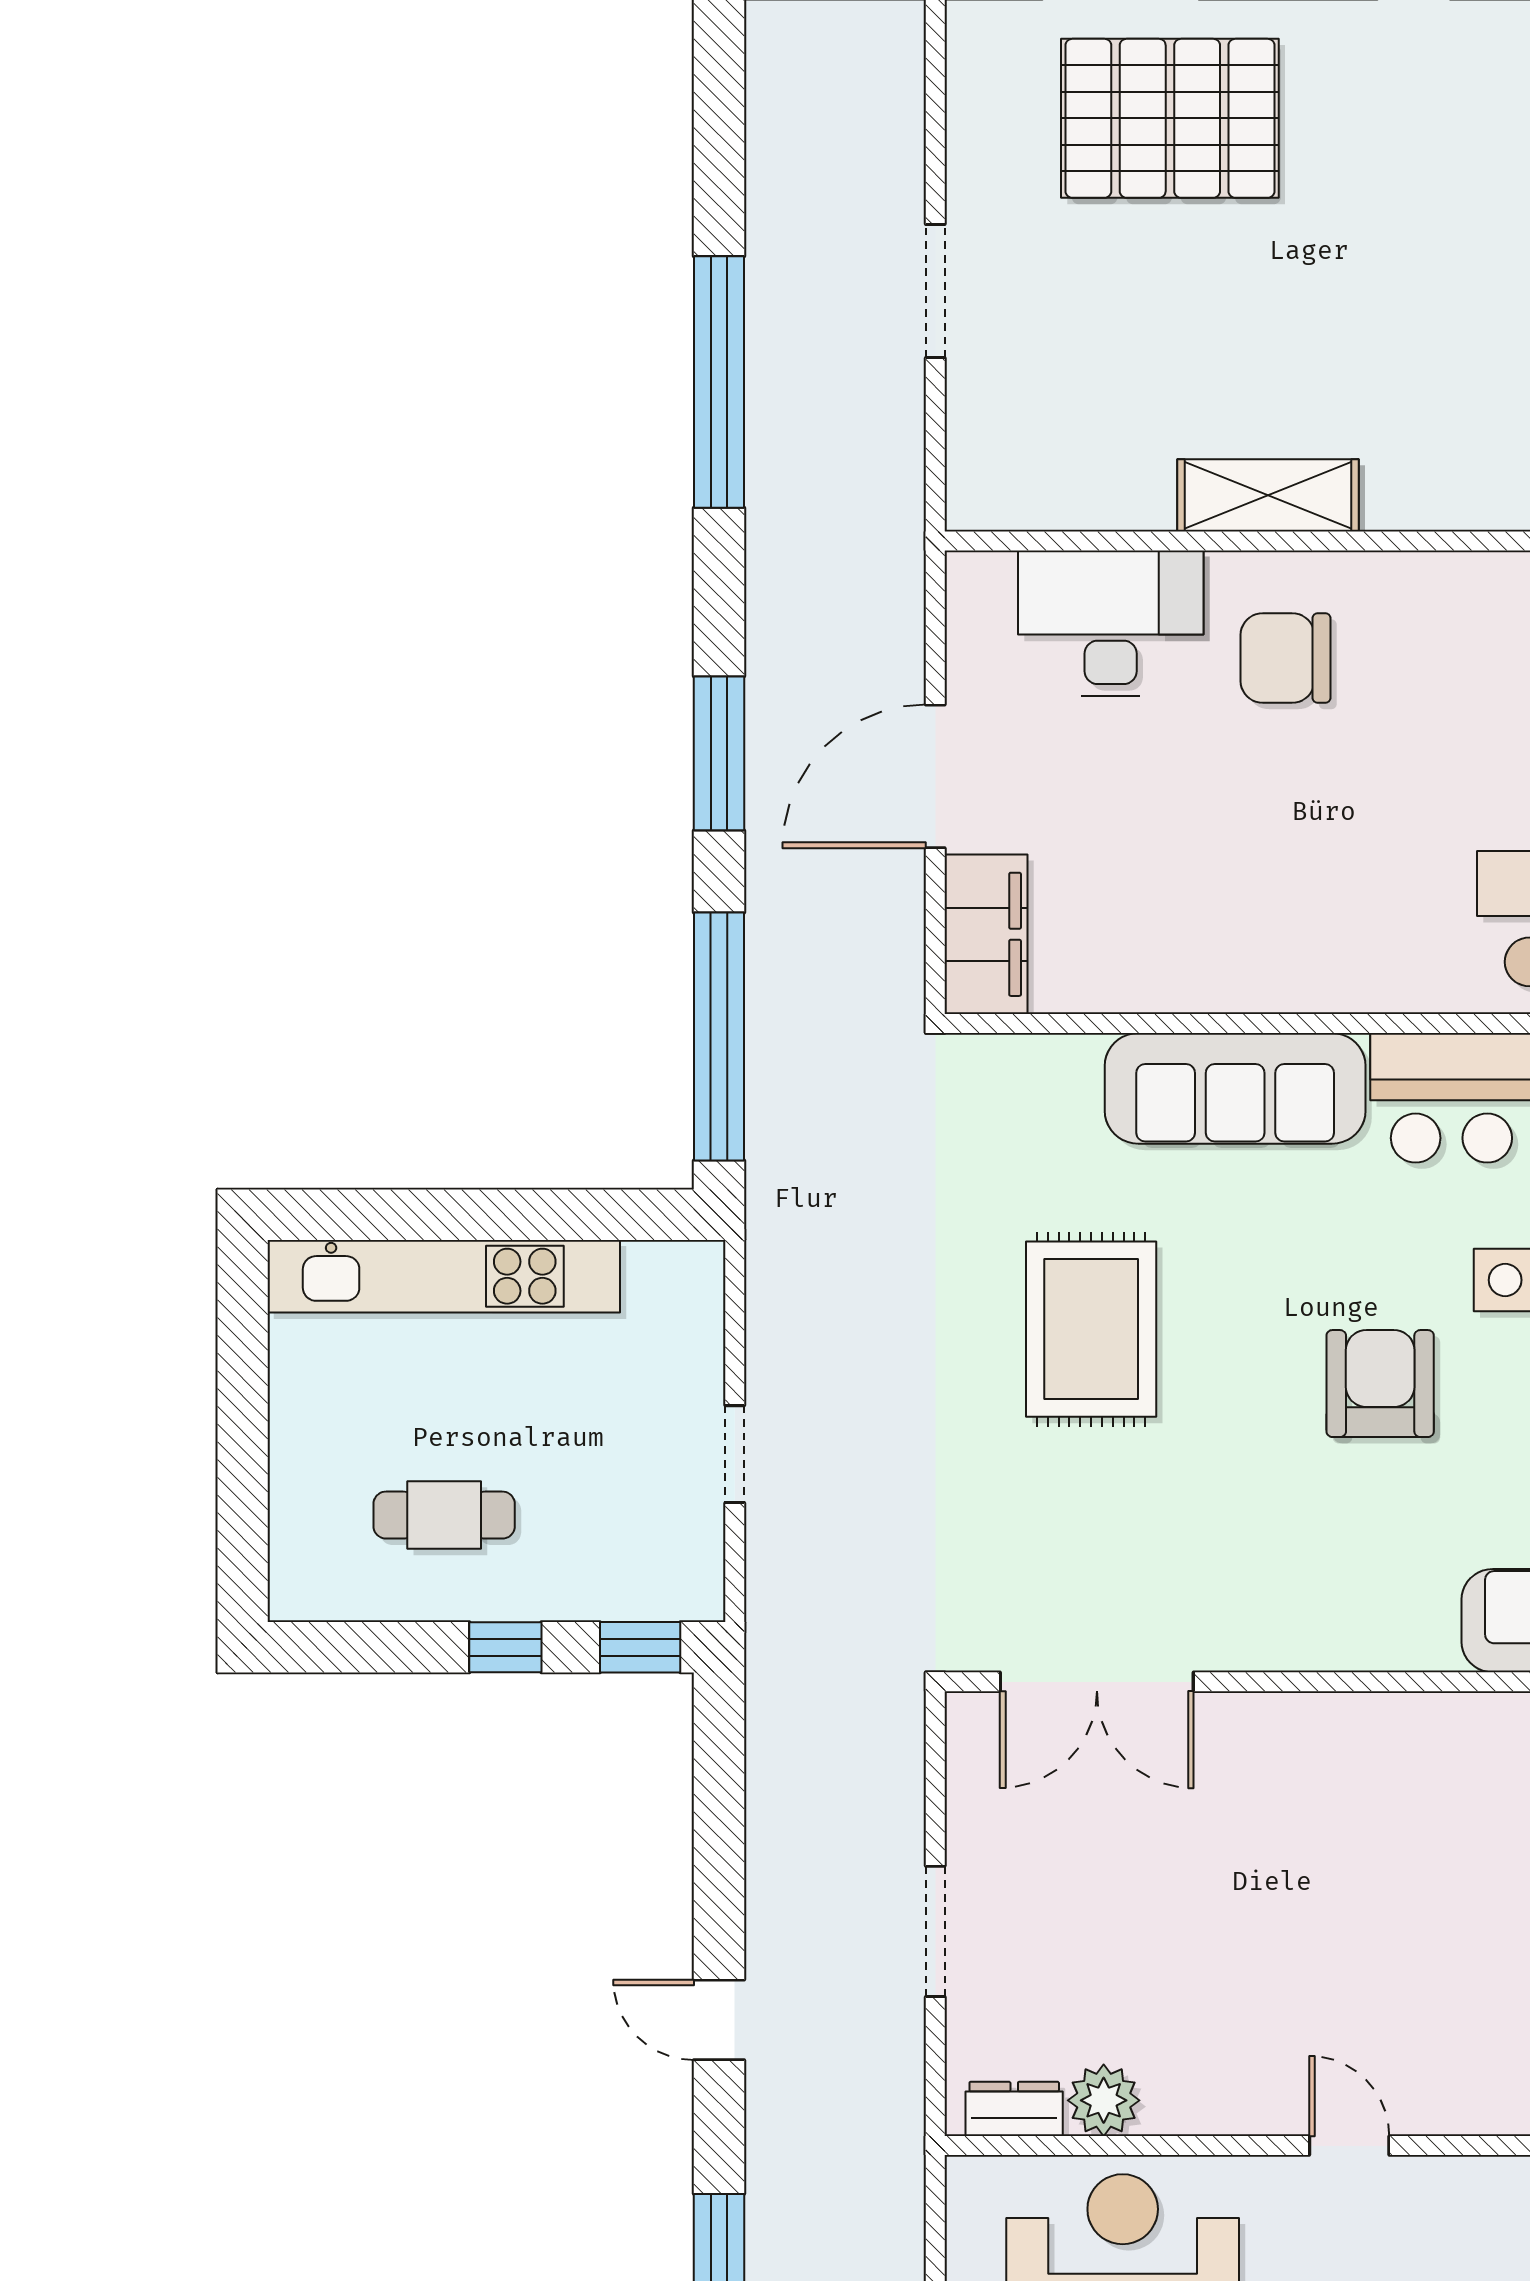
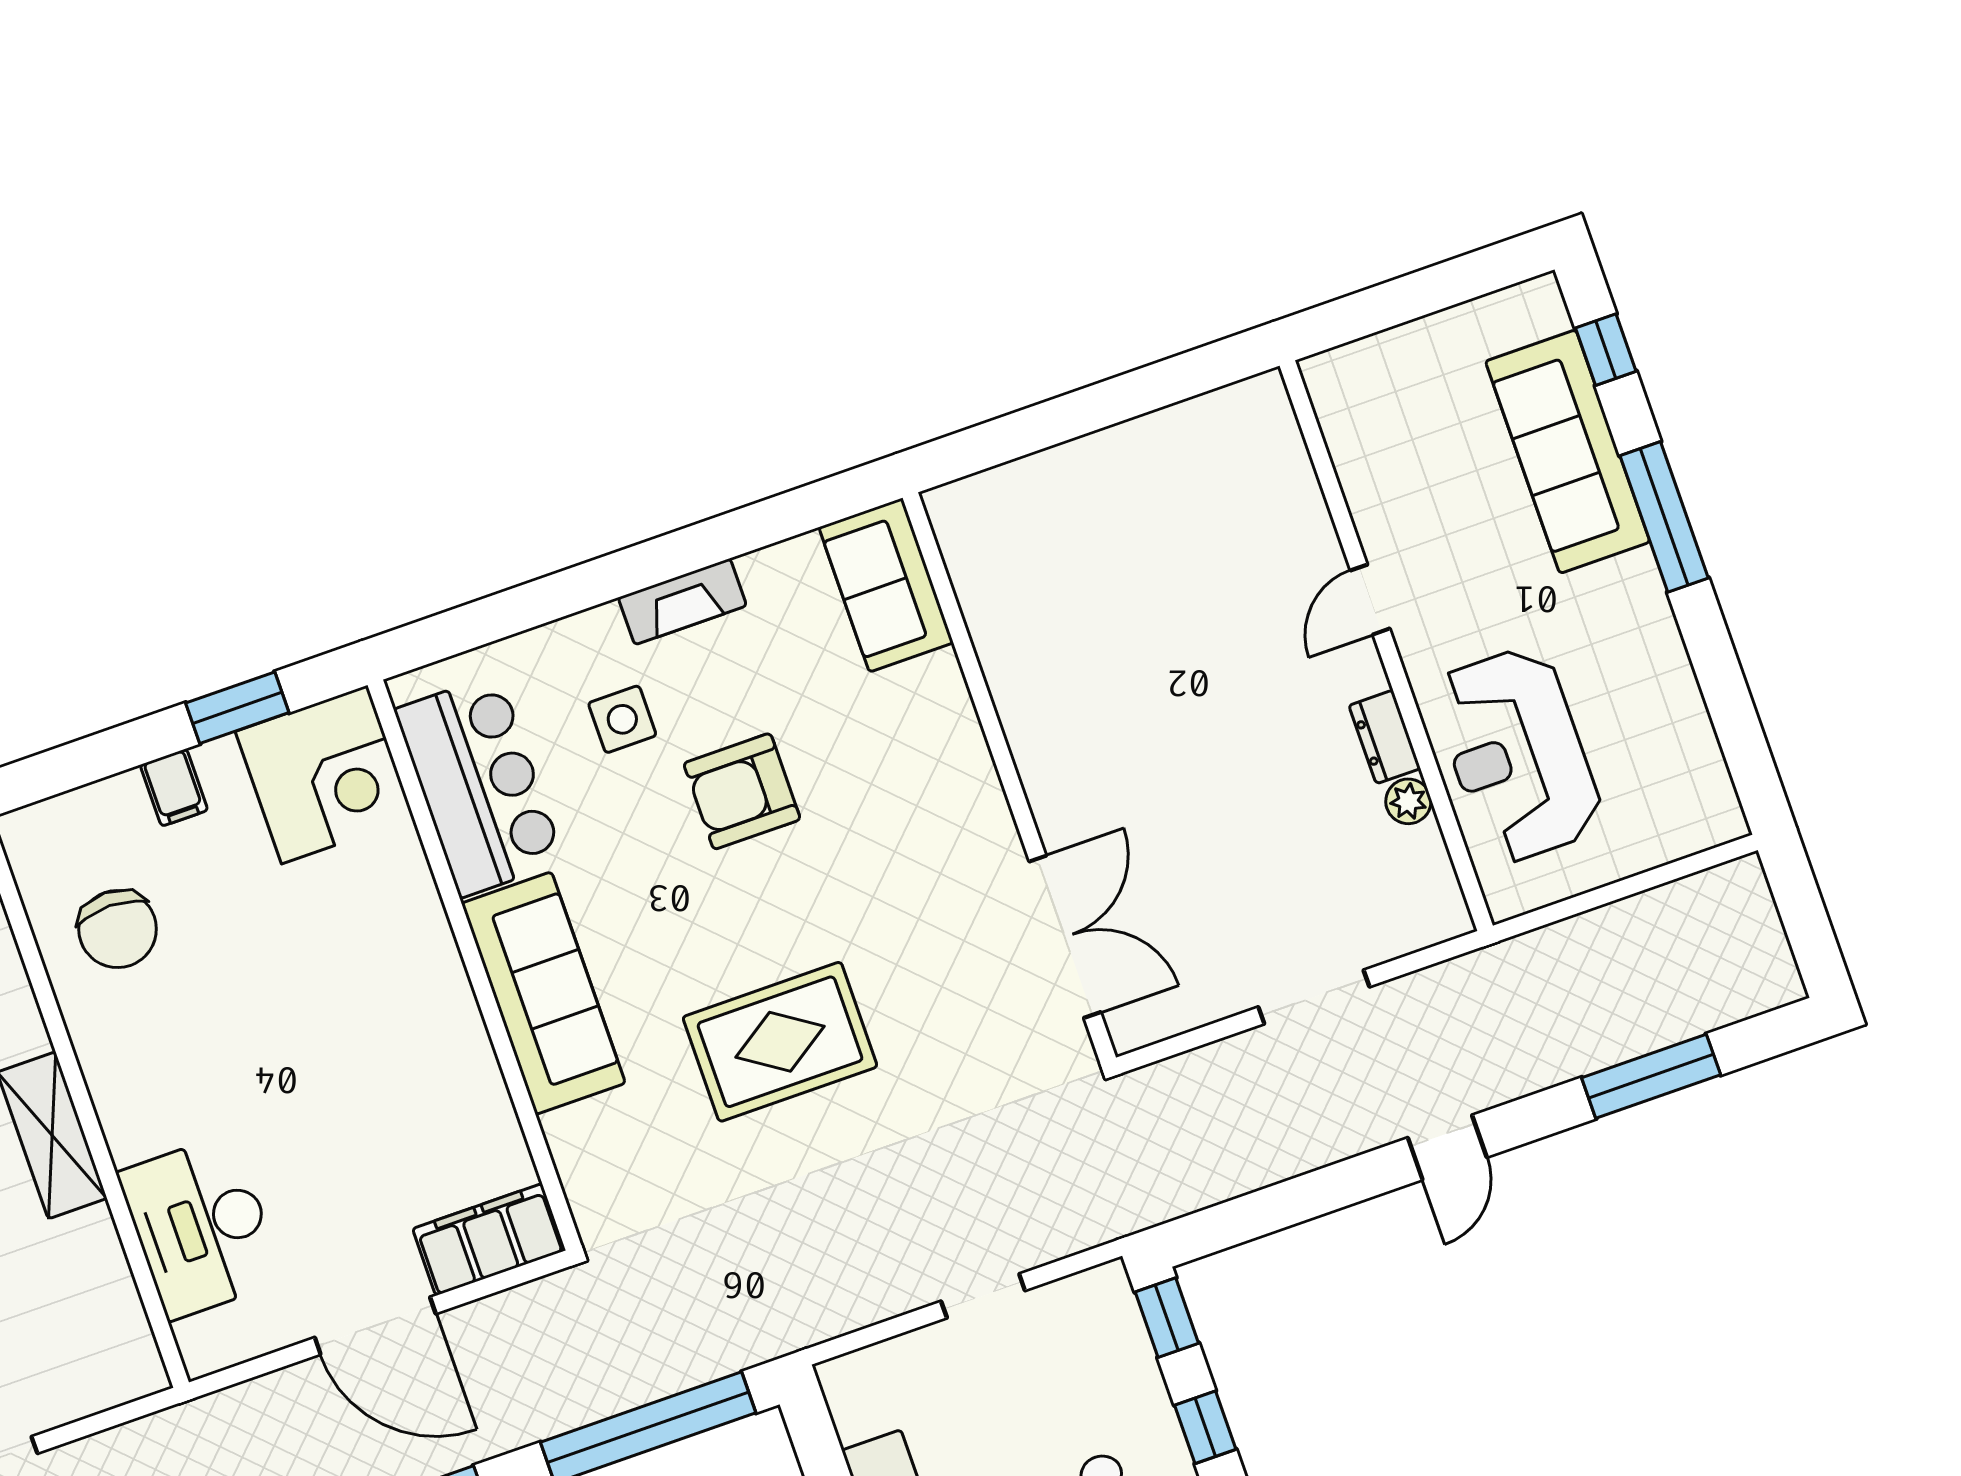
chair: (1286, 658) -> (118, 929), moved
plant: (1104, 2100) -> (1408, 801), width x0.73, depth x0.73
dresser: (1014, 2109) -> (1385, 737), moved

